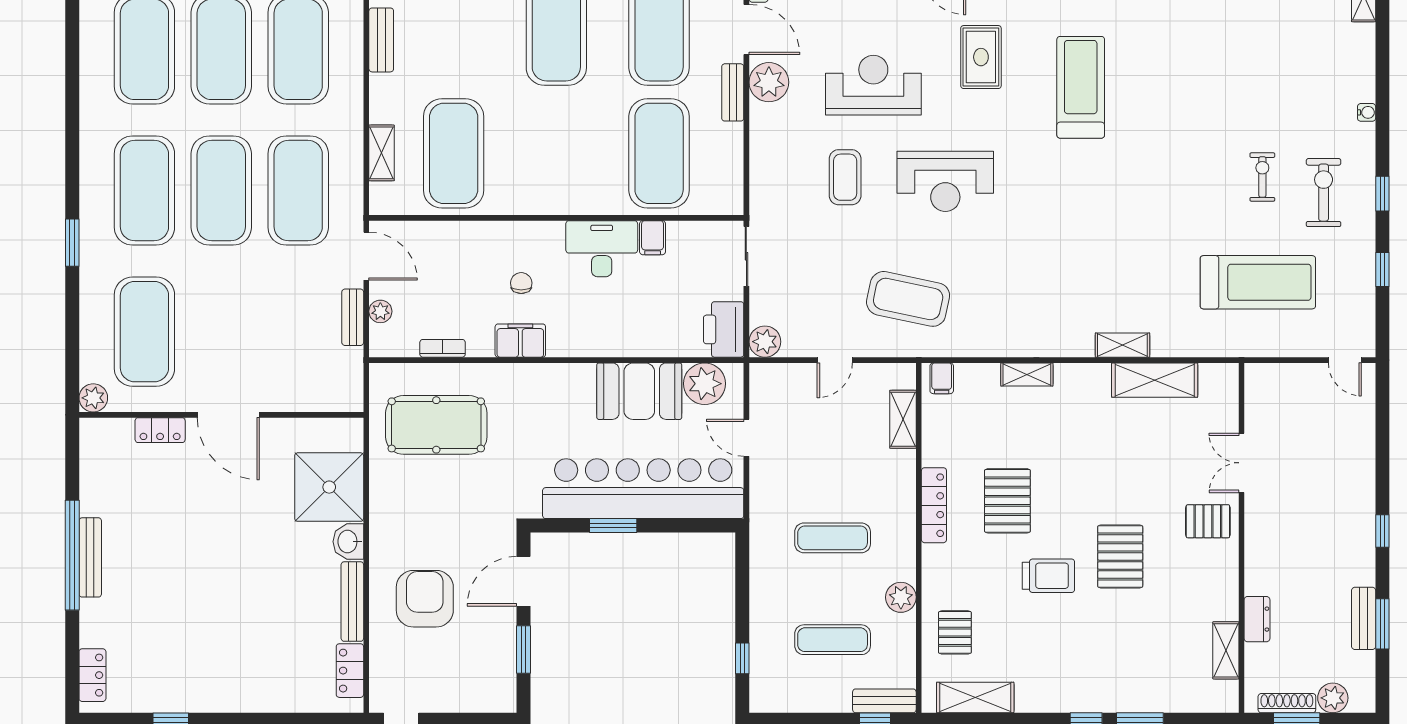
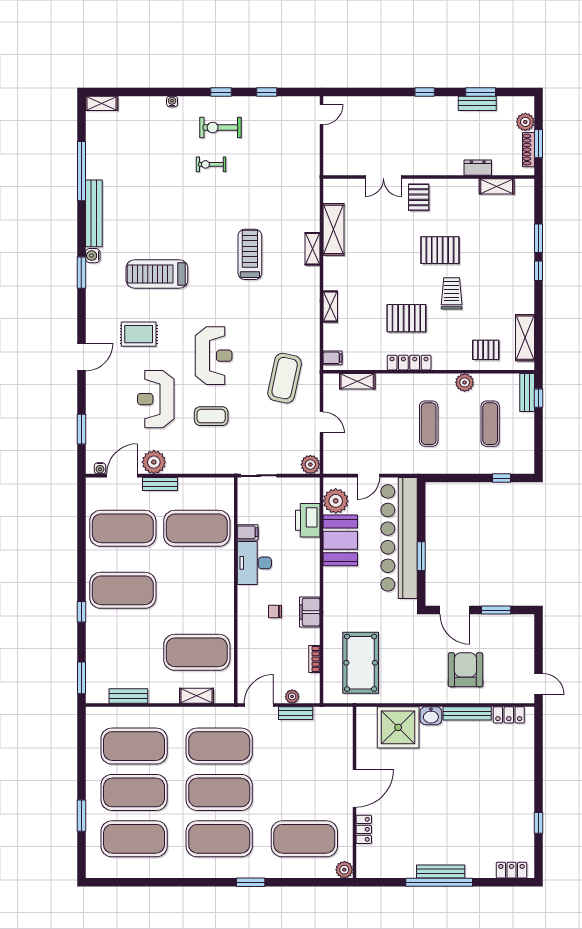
treadmill: (1258, 282) -> (250, 254), moved, width x0.73, depth x0.73
printer: (724, 329) -> (308, 520), moved, turned 90
armchair: (425, 599) -> (465, 670), turned 90

